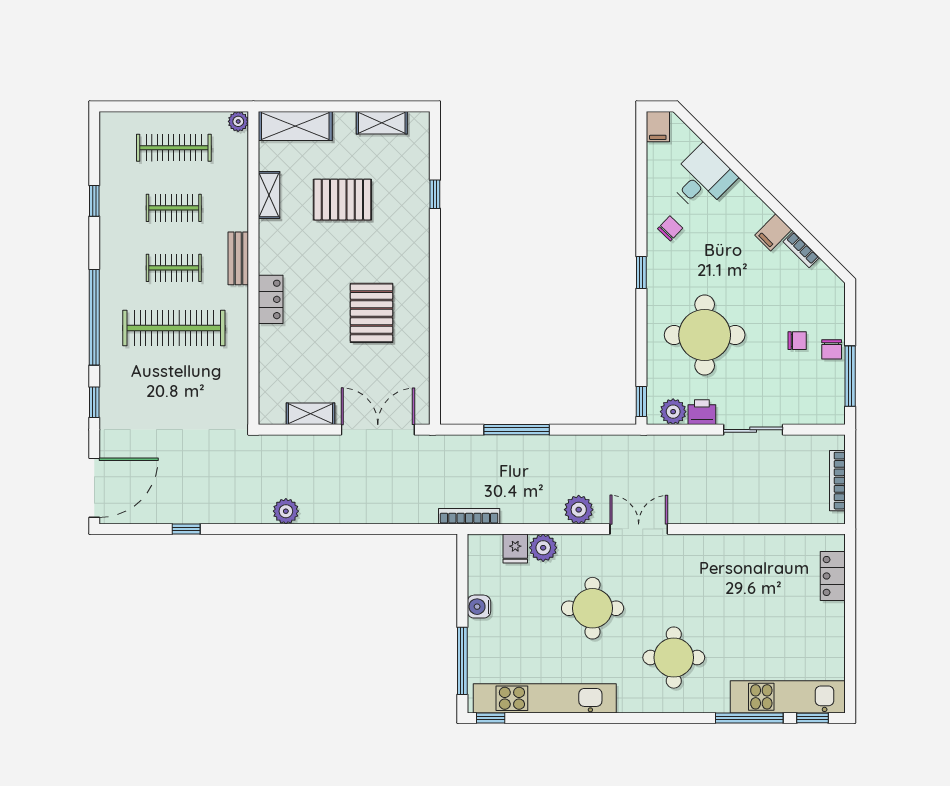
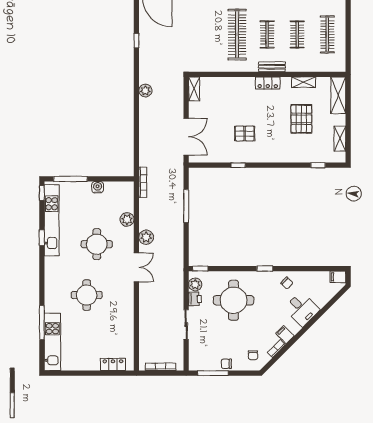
plant: (238, 121) -> (340, 67), removed
desk: (702, 179) -> (302, 309), moved
window: (435, 194) -> (318, 165), moved
locker: (271, 299) -> (268, 83), moved
pallet: (372, 313) -> (245, 133), width x0.67, depth x0.71
window: (435, 326) -> (238, 165), added
chair: (797, 341) -> (253, 355), moved
shelving: (310, 414) -> (194, 89), moved
fridge: (515, 549) -> (127, 205), removed
round table: (674, 658) -> (87, 295), moved
window: (813, 718) -> (42, 238), moved

